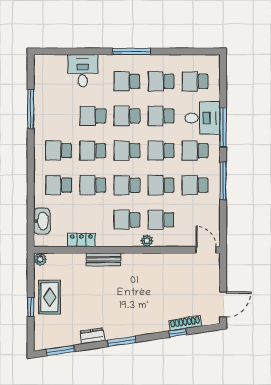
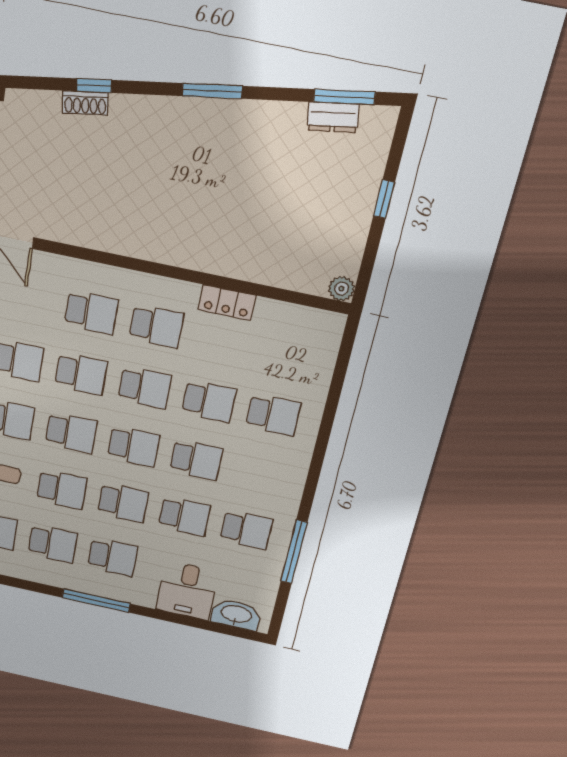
school desk: (59, 151) -> (246, 530), moved
washbasin: (42, 221) -> (236, 615), moved, turned 90
locker: (81, 240) -> (227, 303), moved
plant: (147, 241) -> (125, 280), removed
bench: (104, 259) -> (216, 262), removed
rug: (50, 297) -> (341, 211), removed
shoe rack: (185, 323) -> (85, 103), width x0.70
dresser: (92, 336) -> (333, 117), moved

